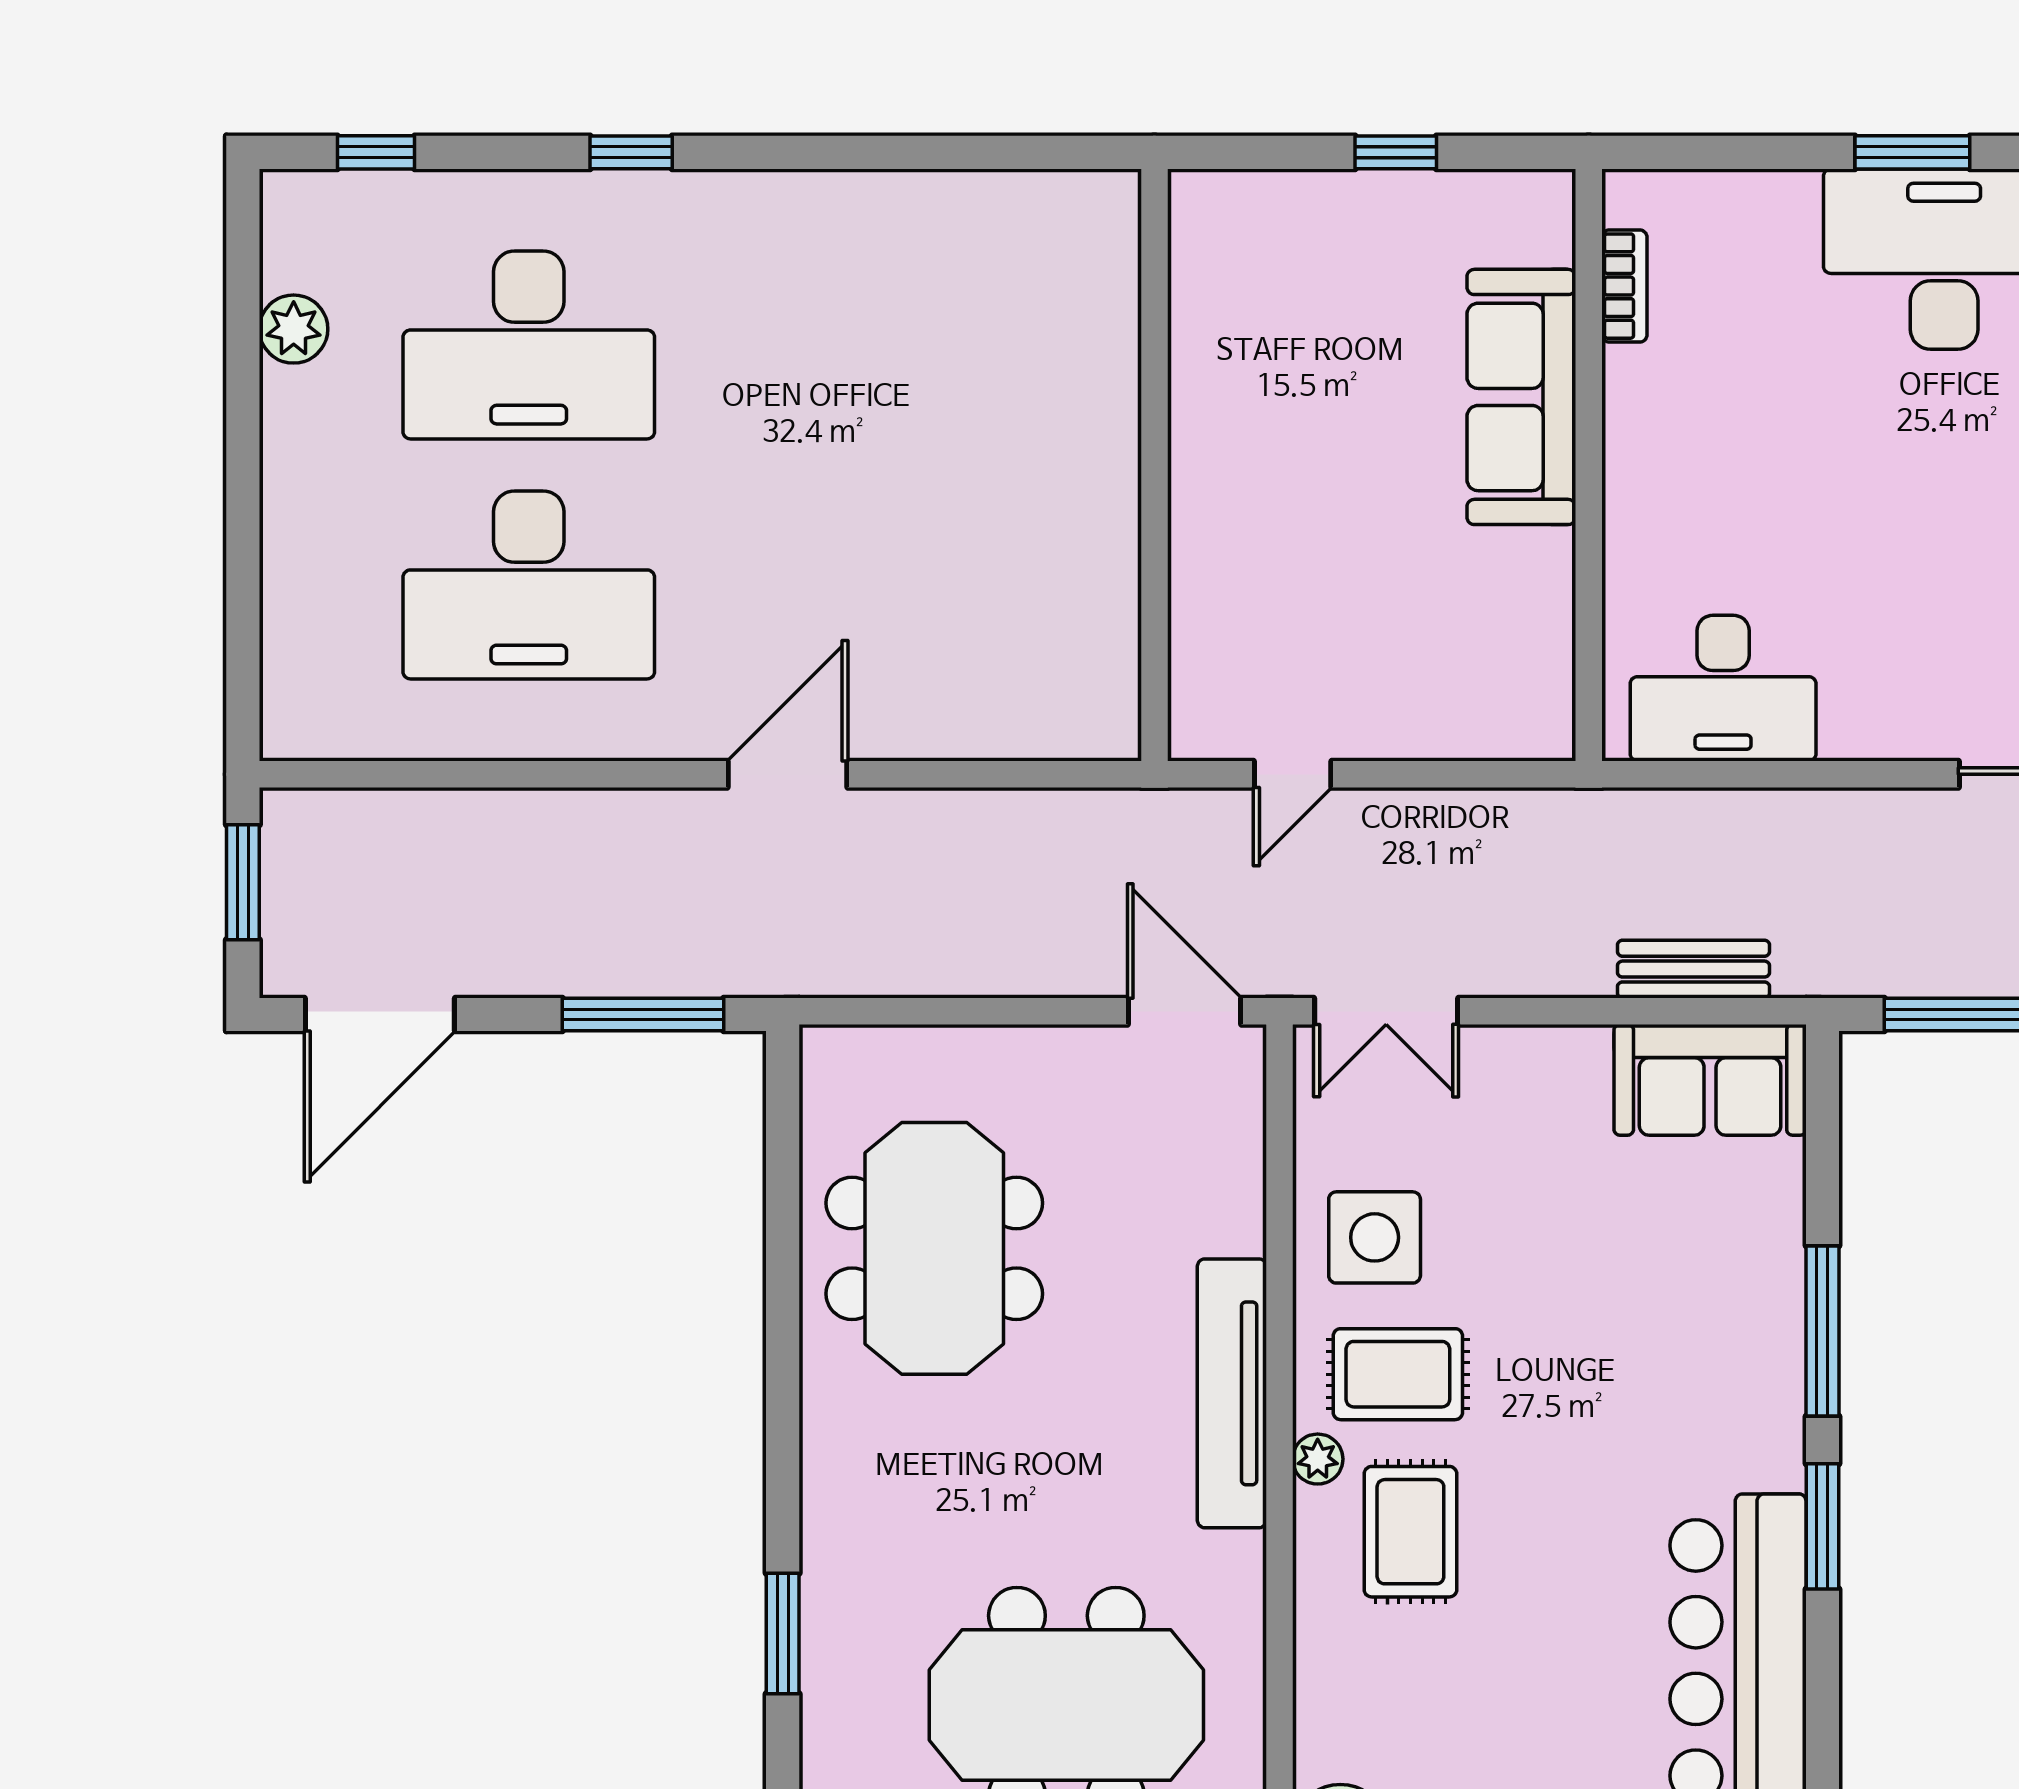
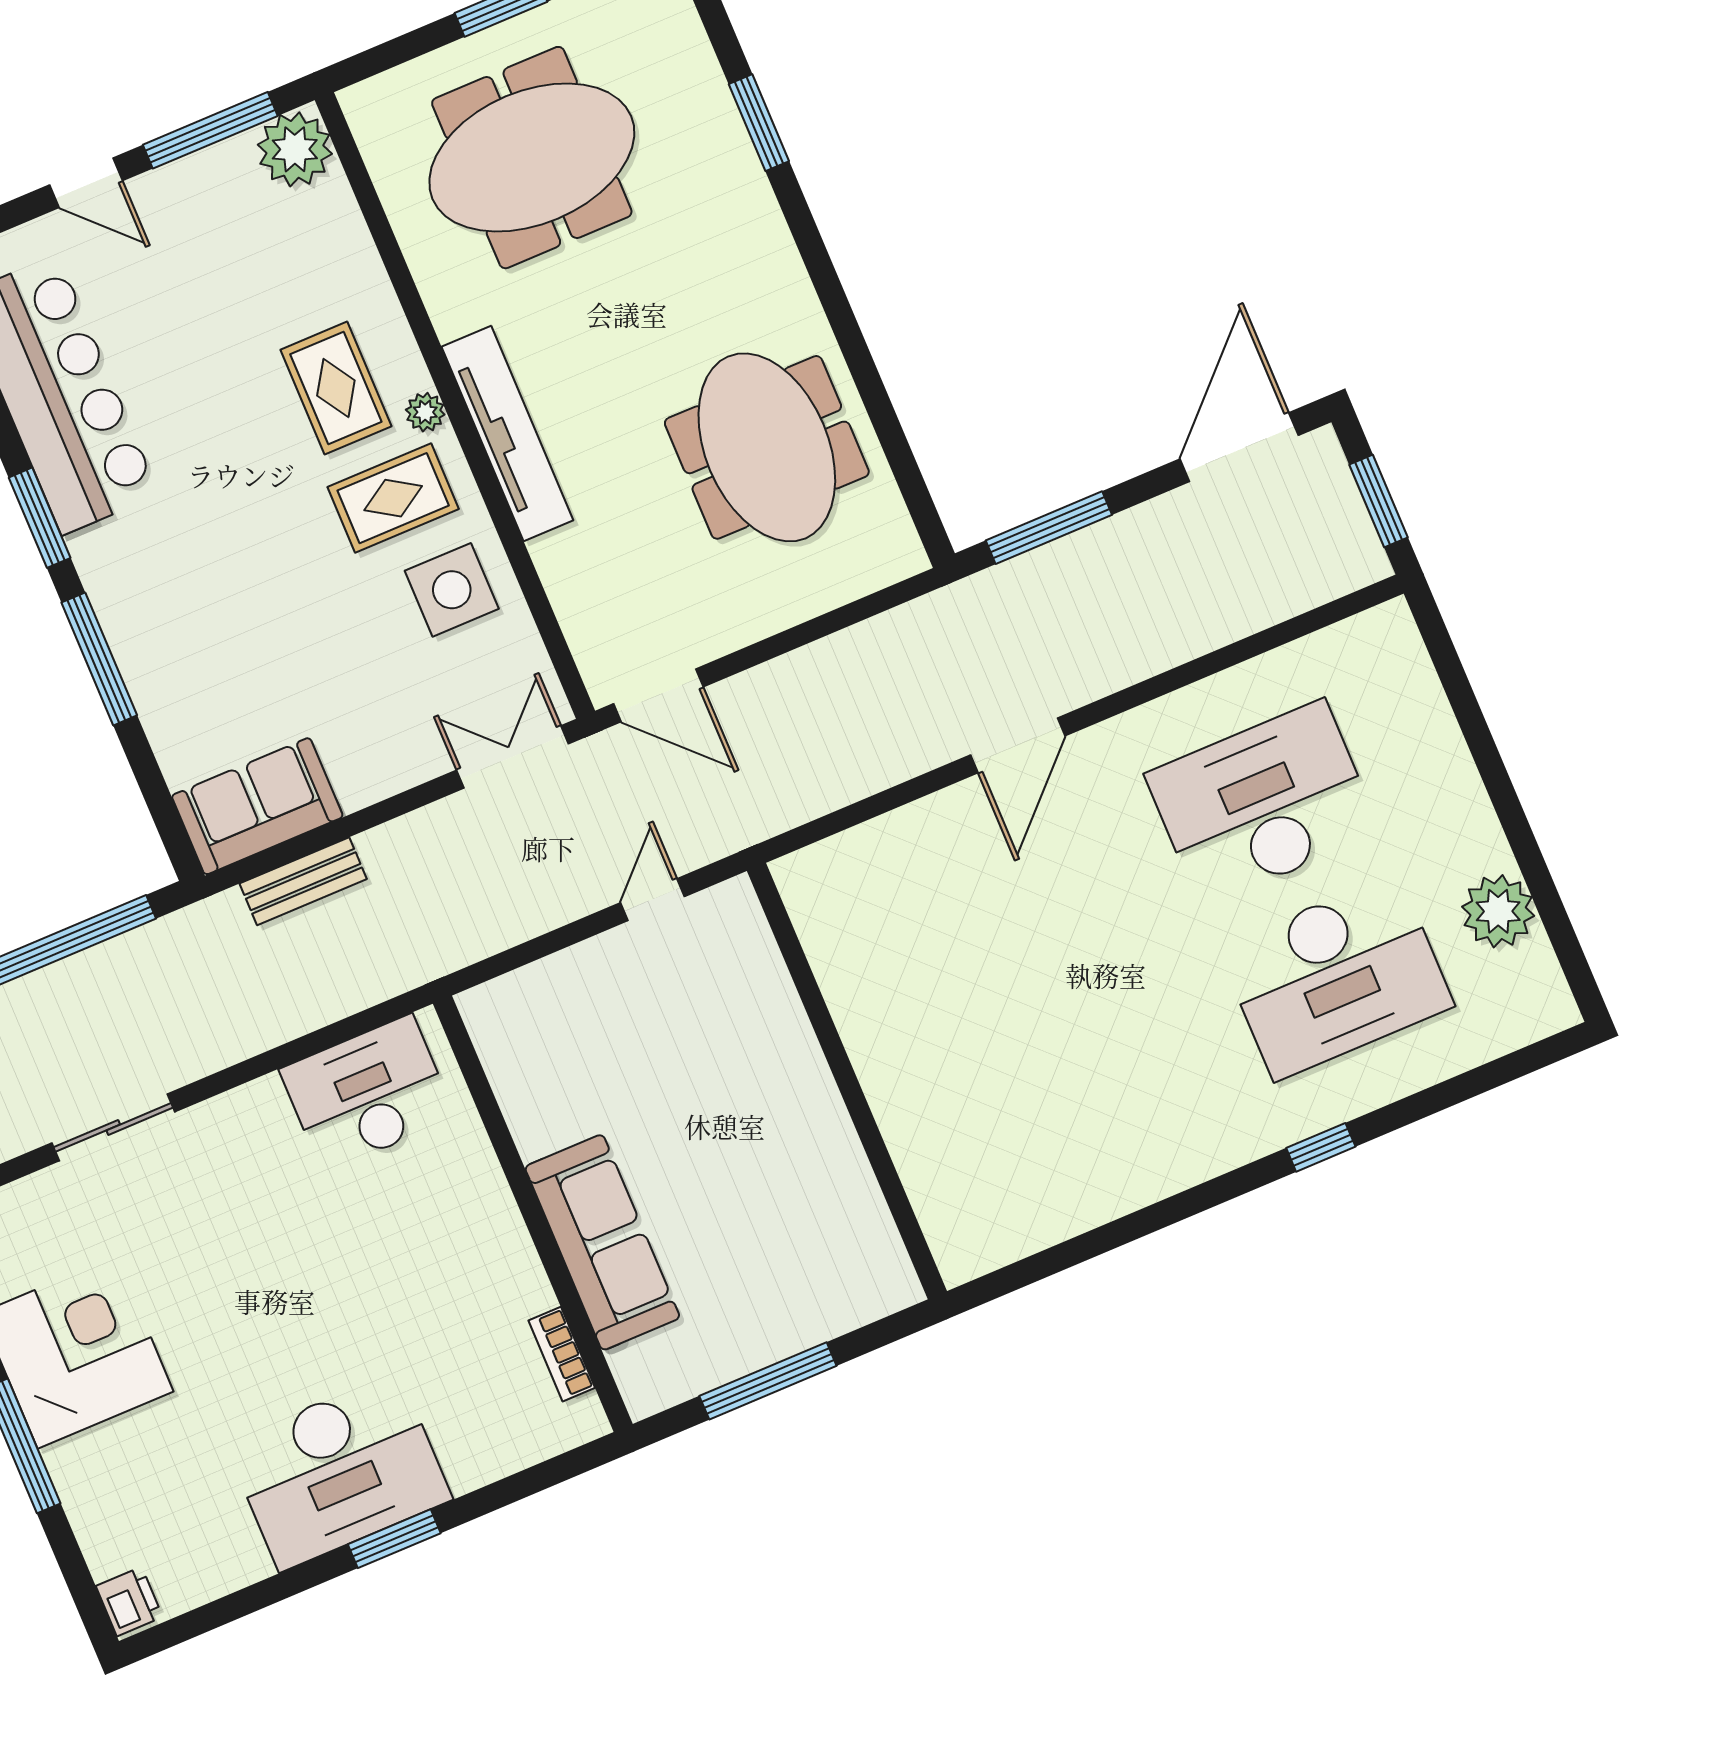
window: (376, 152) -> (1505, 1069), removed
window: (1396, 152) -> (768, 1381), width x2.17
plant: (294, 329) -> (1498, 911), width x1.36, depth x1.36
desk: (529, 345) -> (1336, 977), turned 180

